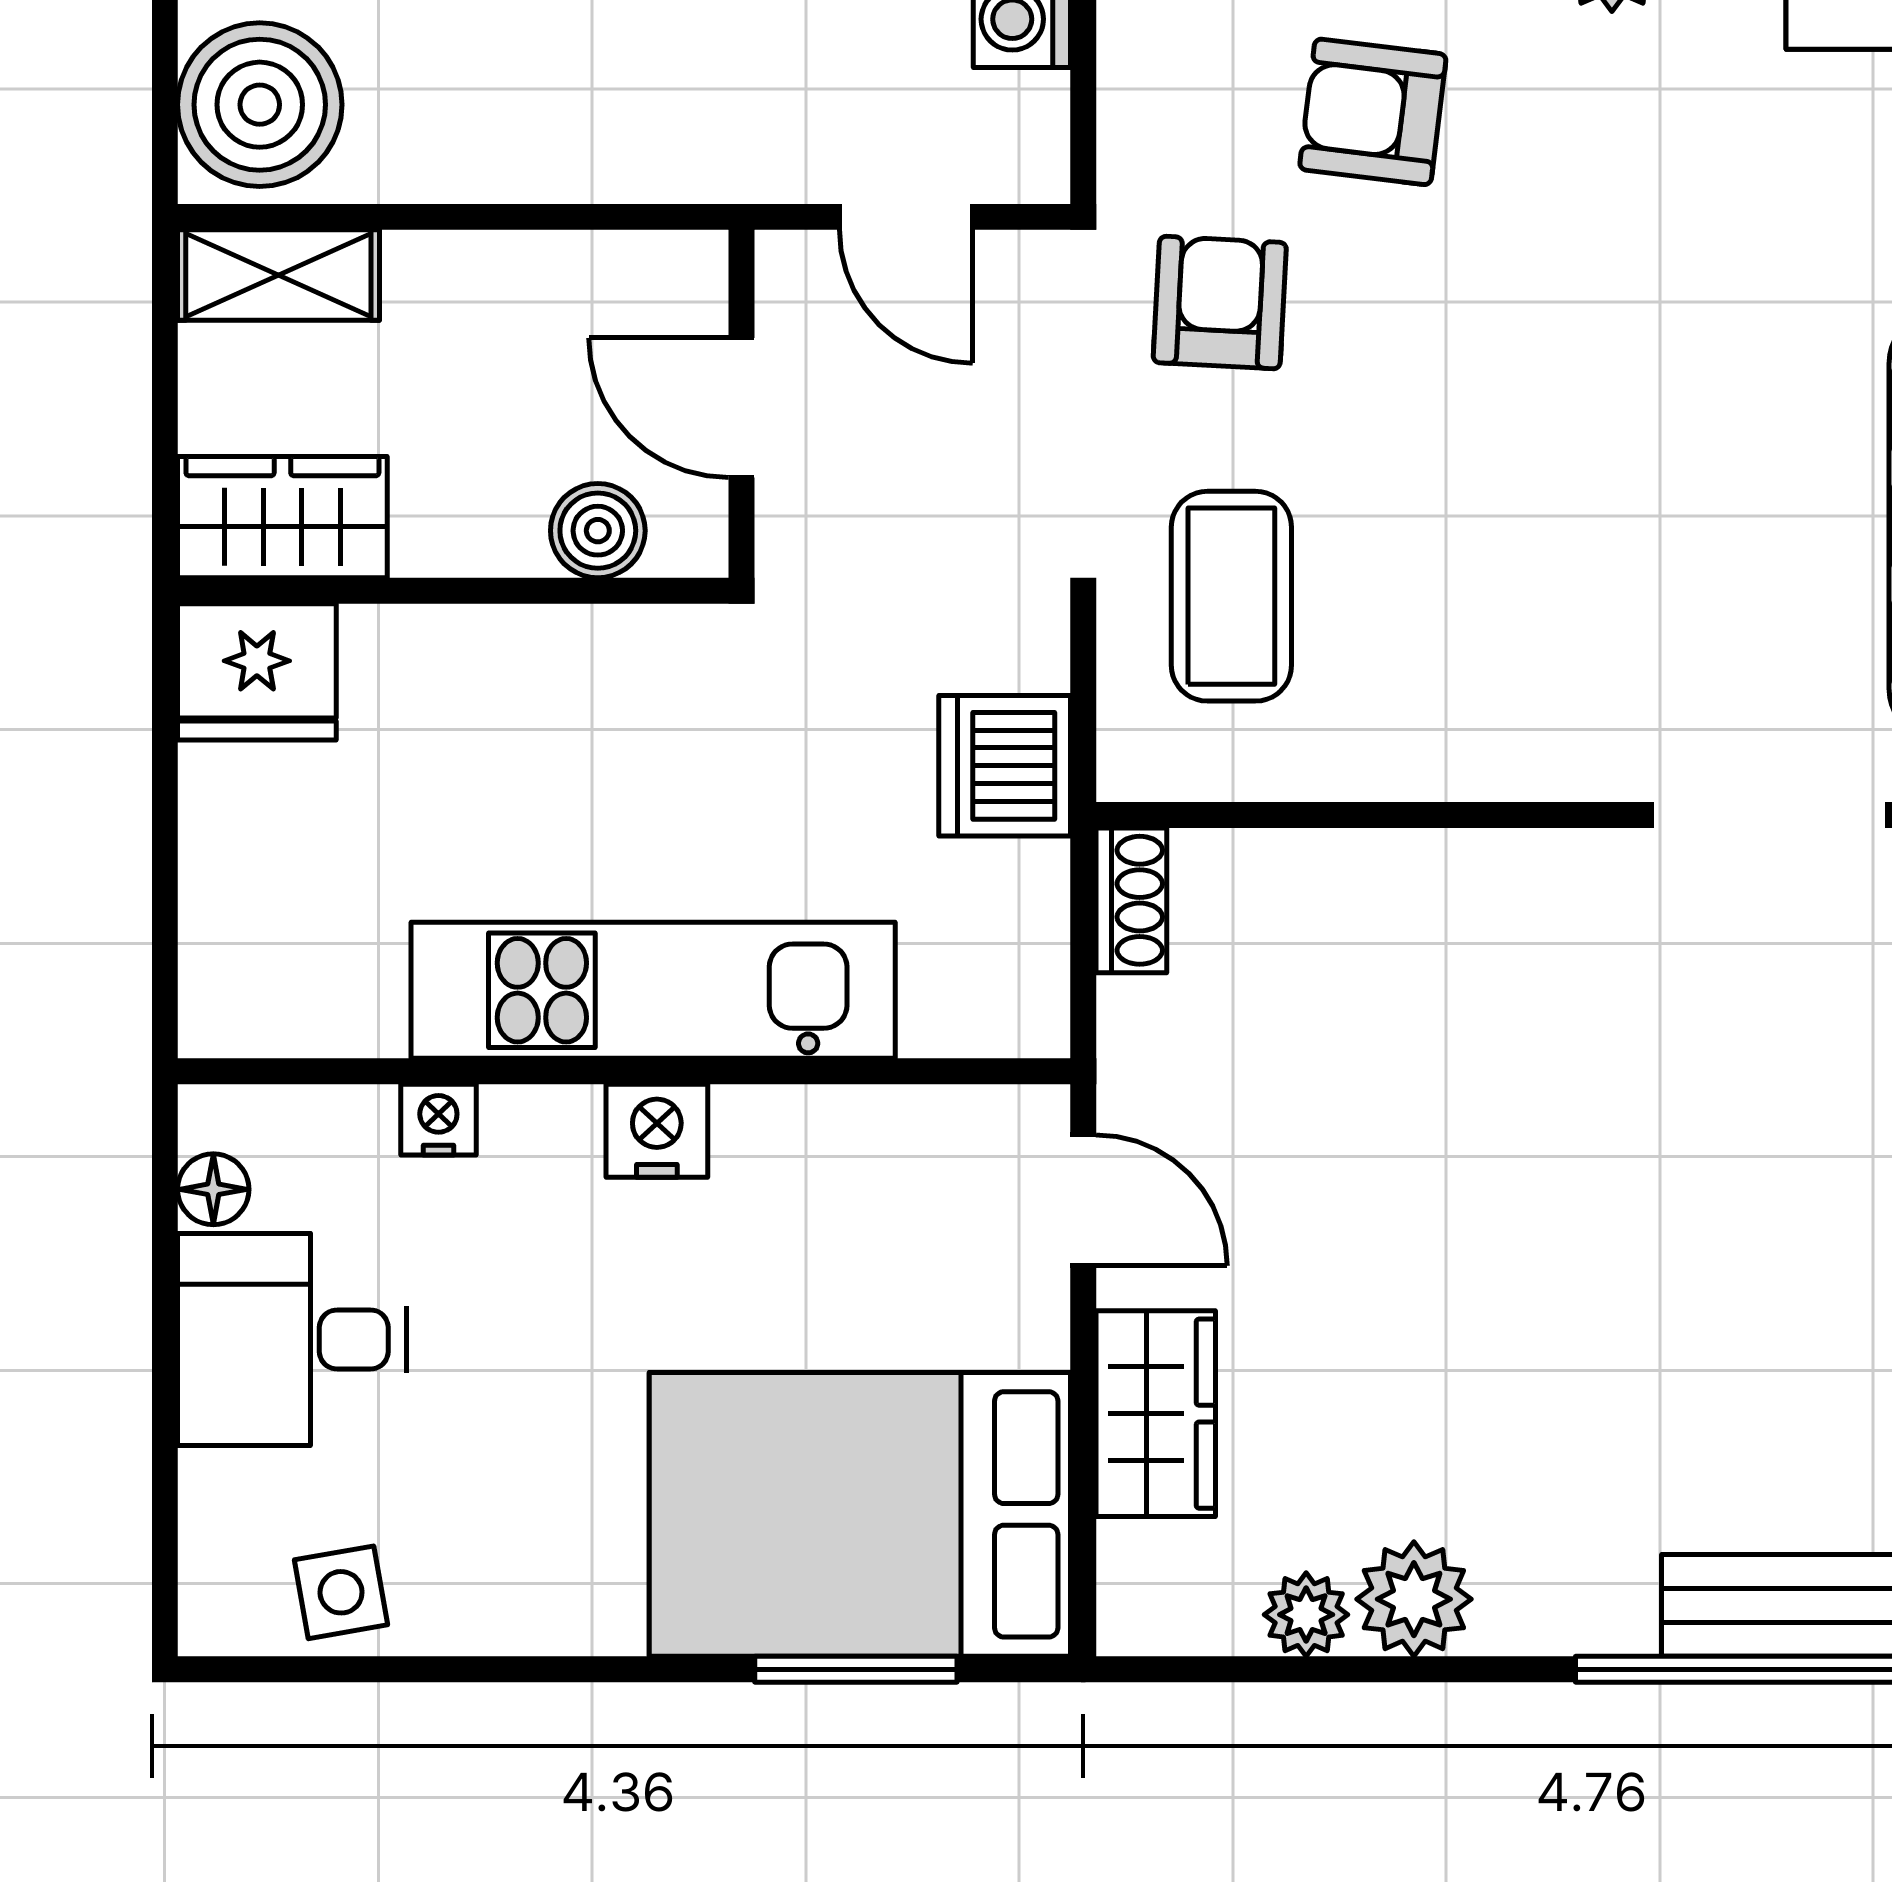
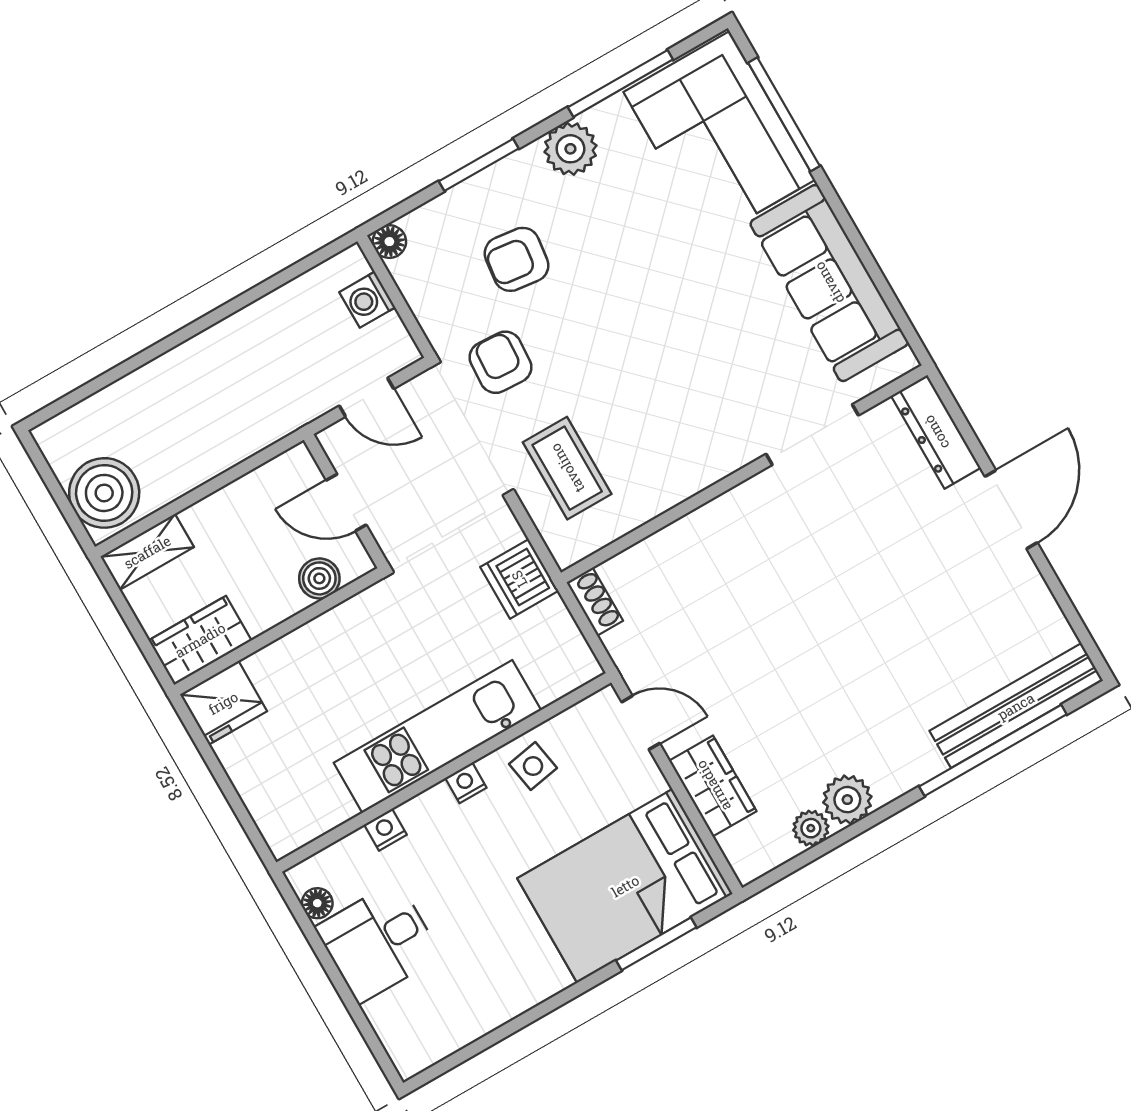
nightstand: (657, 1131) -> (466, 783), width x0.72, depth x0.74
side table: (341, 1592) -> (533, 766), moved

